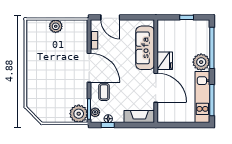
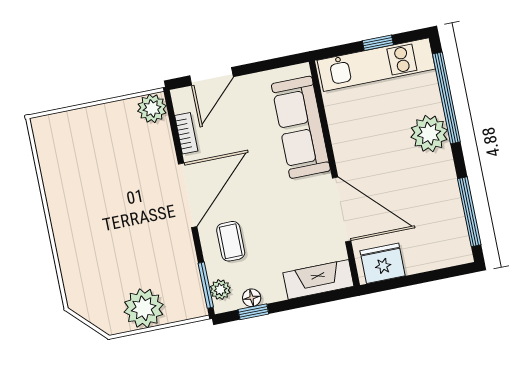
door: (110, 17) -> (212, 76), hinge flipped
plant: (56, 26) -> (152, 108), moved
fridge: (165, 61) -> (383, 263), moved, turned -90
door: (89, 68) -> (188, 195), hinge flipped
kitchen unit: (202, 97) -> (376, 65), moved, turned -90
plant: (79, 114) -> (144, 308), moved

